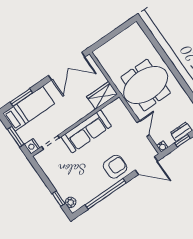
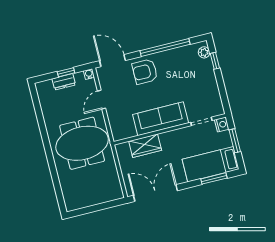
wardrobe: (102, 95) -> (145, 146), moved

